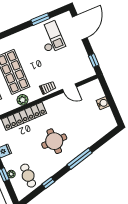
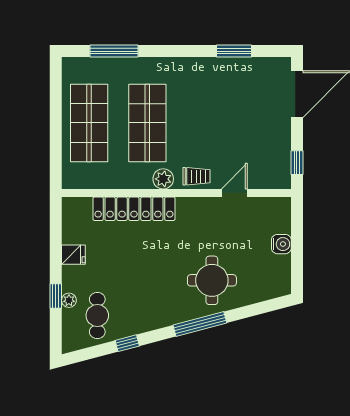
checkout: (51, 37) -> (240, 90), removed
door: (69, 88) -> (234, 193), swing flipped
plant: (23, 100) -> (163, 179), moved
round table: (54, 141) -> (212, 280), moved

